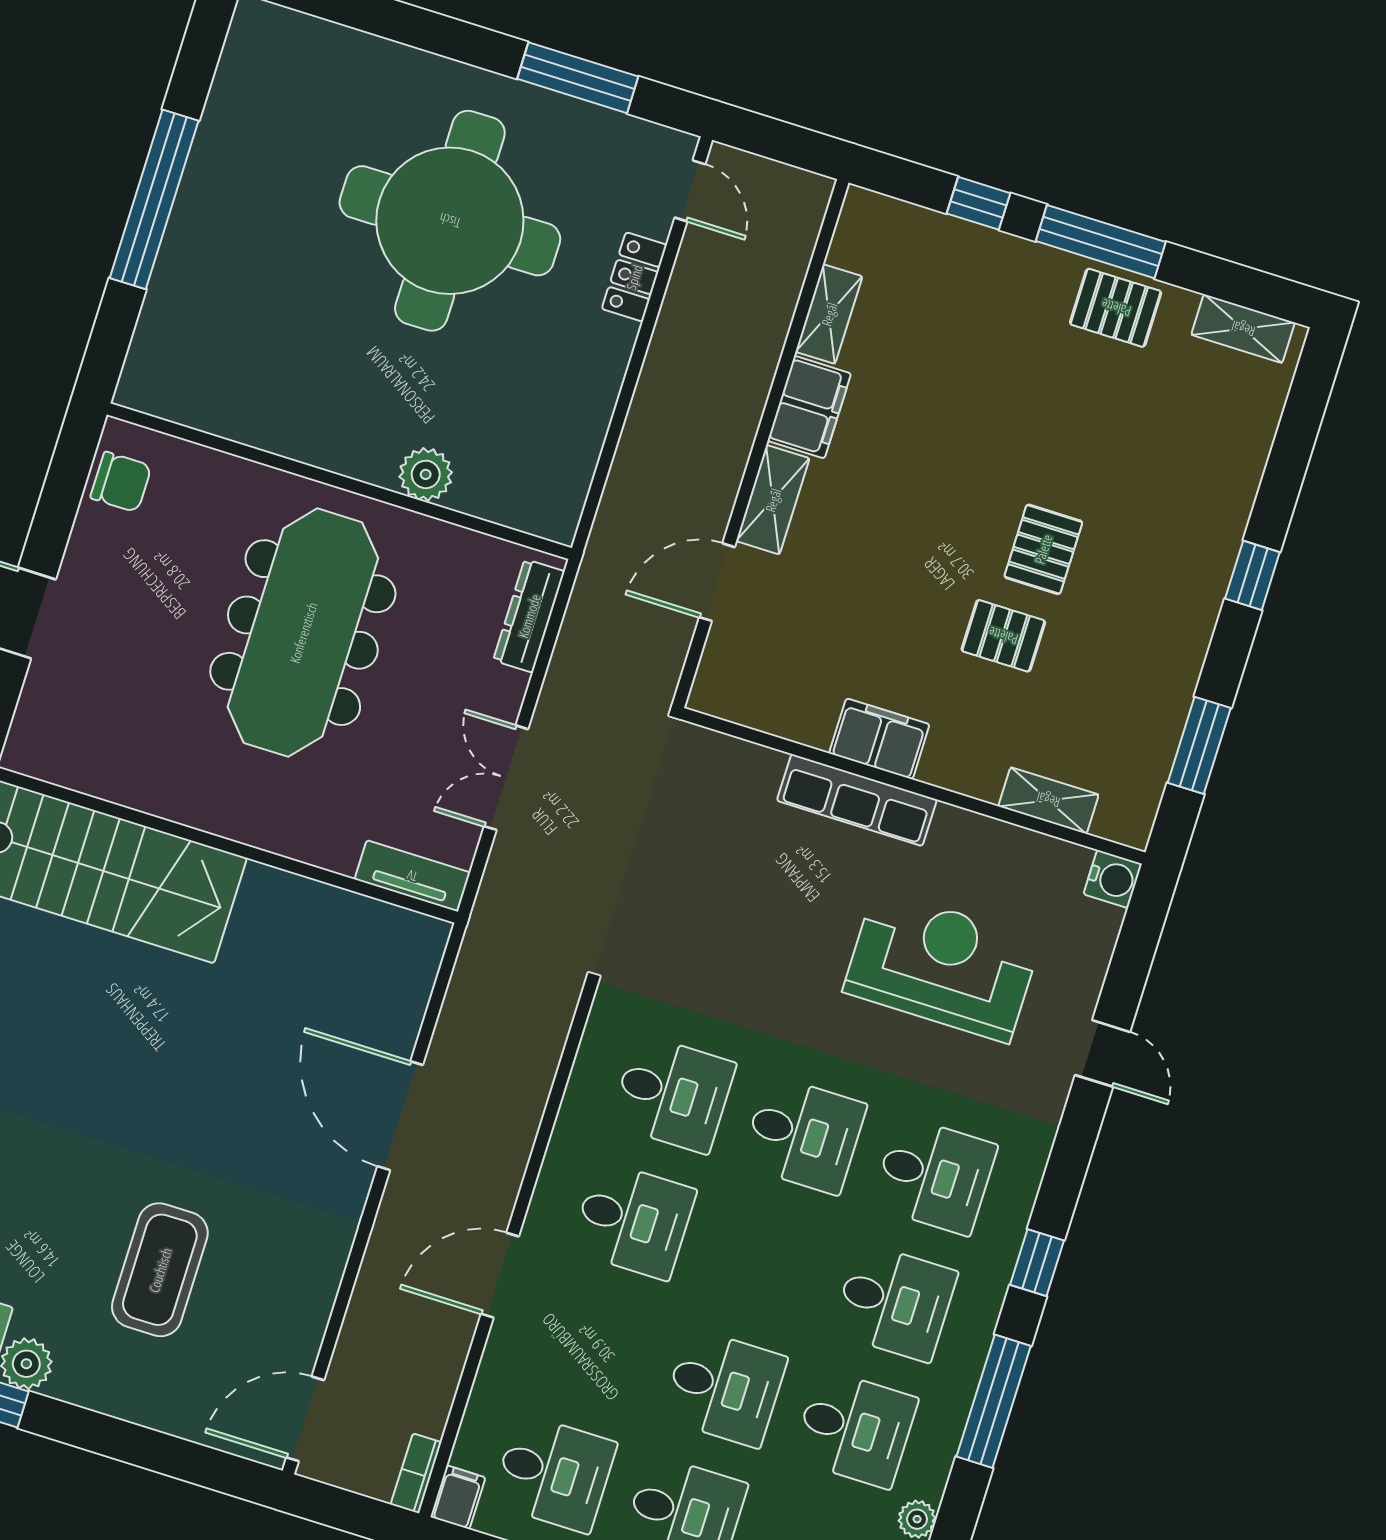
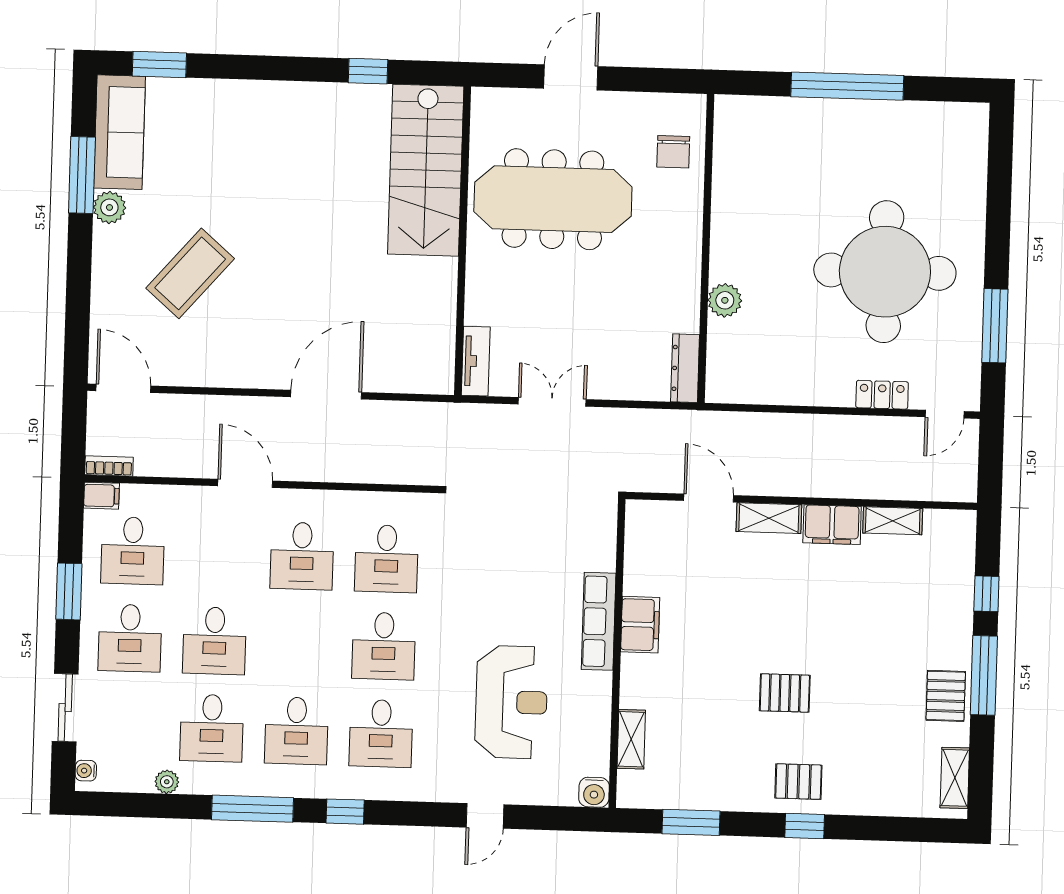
chair: (121, 482) -> (673, 152), moved
dresser: (529, 616) -> (685, 368), moved, turned -90
meeting table: (303, 633) -> (553, 199), moved
pallet: (1003, 636) -> (798, 782), moved, turned 90
coffee table: (160, 1270) -> (190, 273), turned -49

